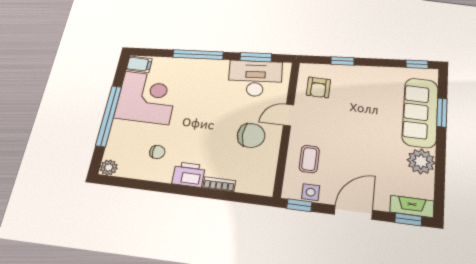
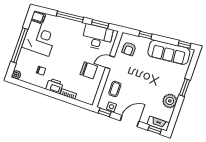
sofa: (420, 112) -> (169, 52), moved, turned -95
window: (442, 113) -> (185, 87), moved

